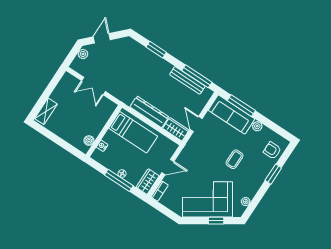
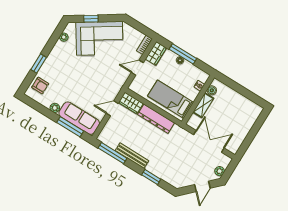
bench: (187, 80) -> (132, 156), moved
double door: (93, 86) -> (209, 141), width x1.37
shelving: (46, 111) -> (203, 105), moved
door: (196, 124) -> (112, 108), swing flipped
coffee table: (234, 159) -> (75, 76), removed

